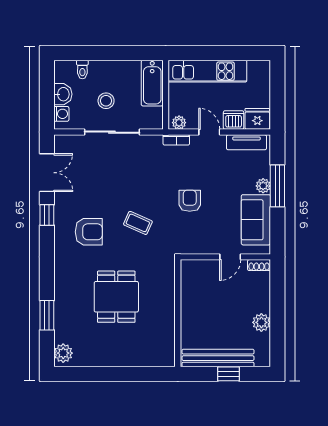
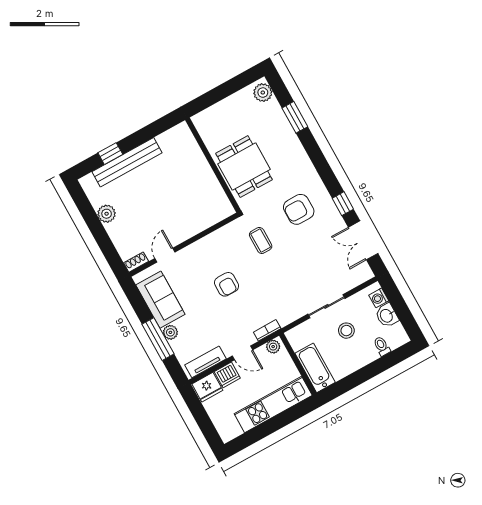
sliding door: (112, 132) -> (326, 306), width x0.73
coffee table: (138, 223) -> (261, 240), turned 66
wall: (178, 313) -> (213, 165), moved

